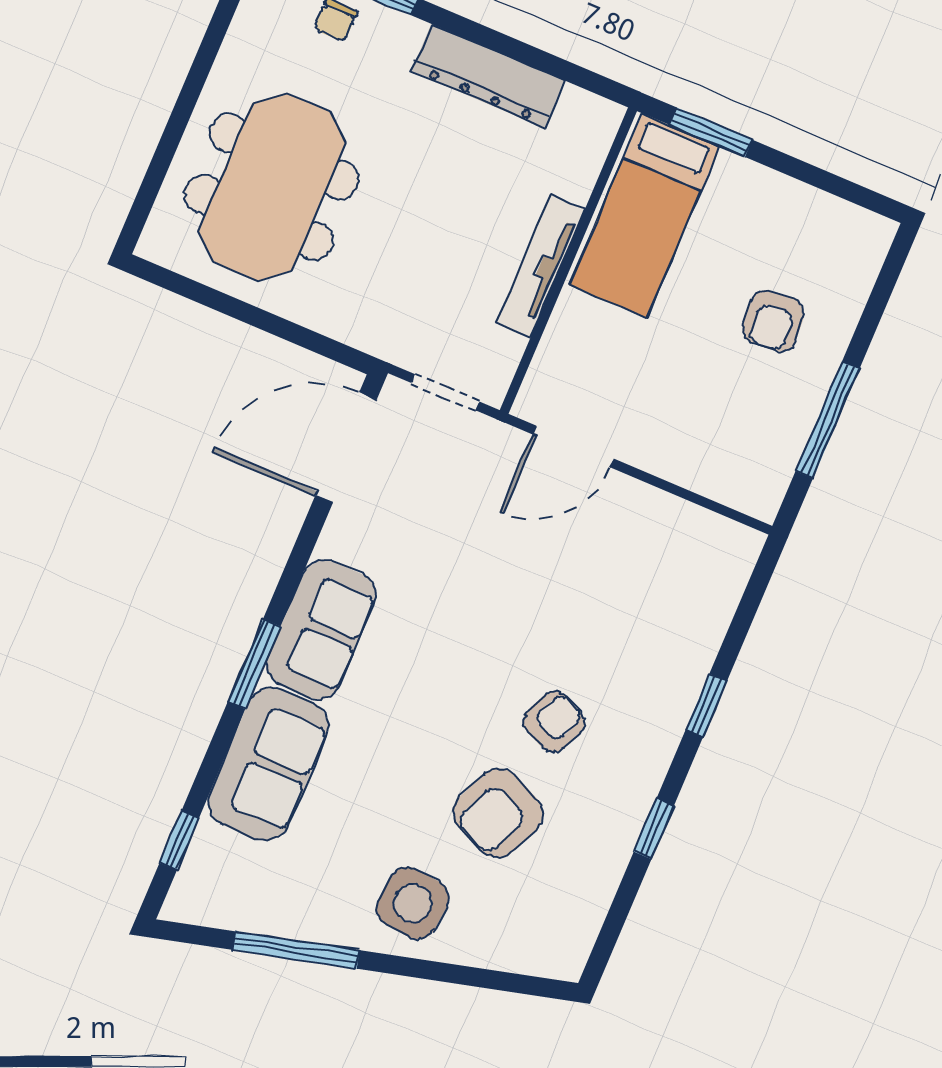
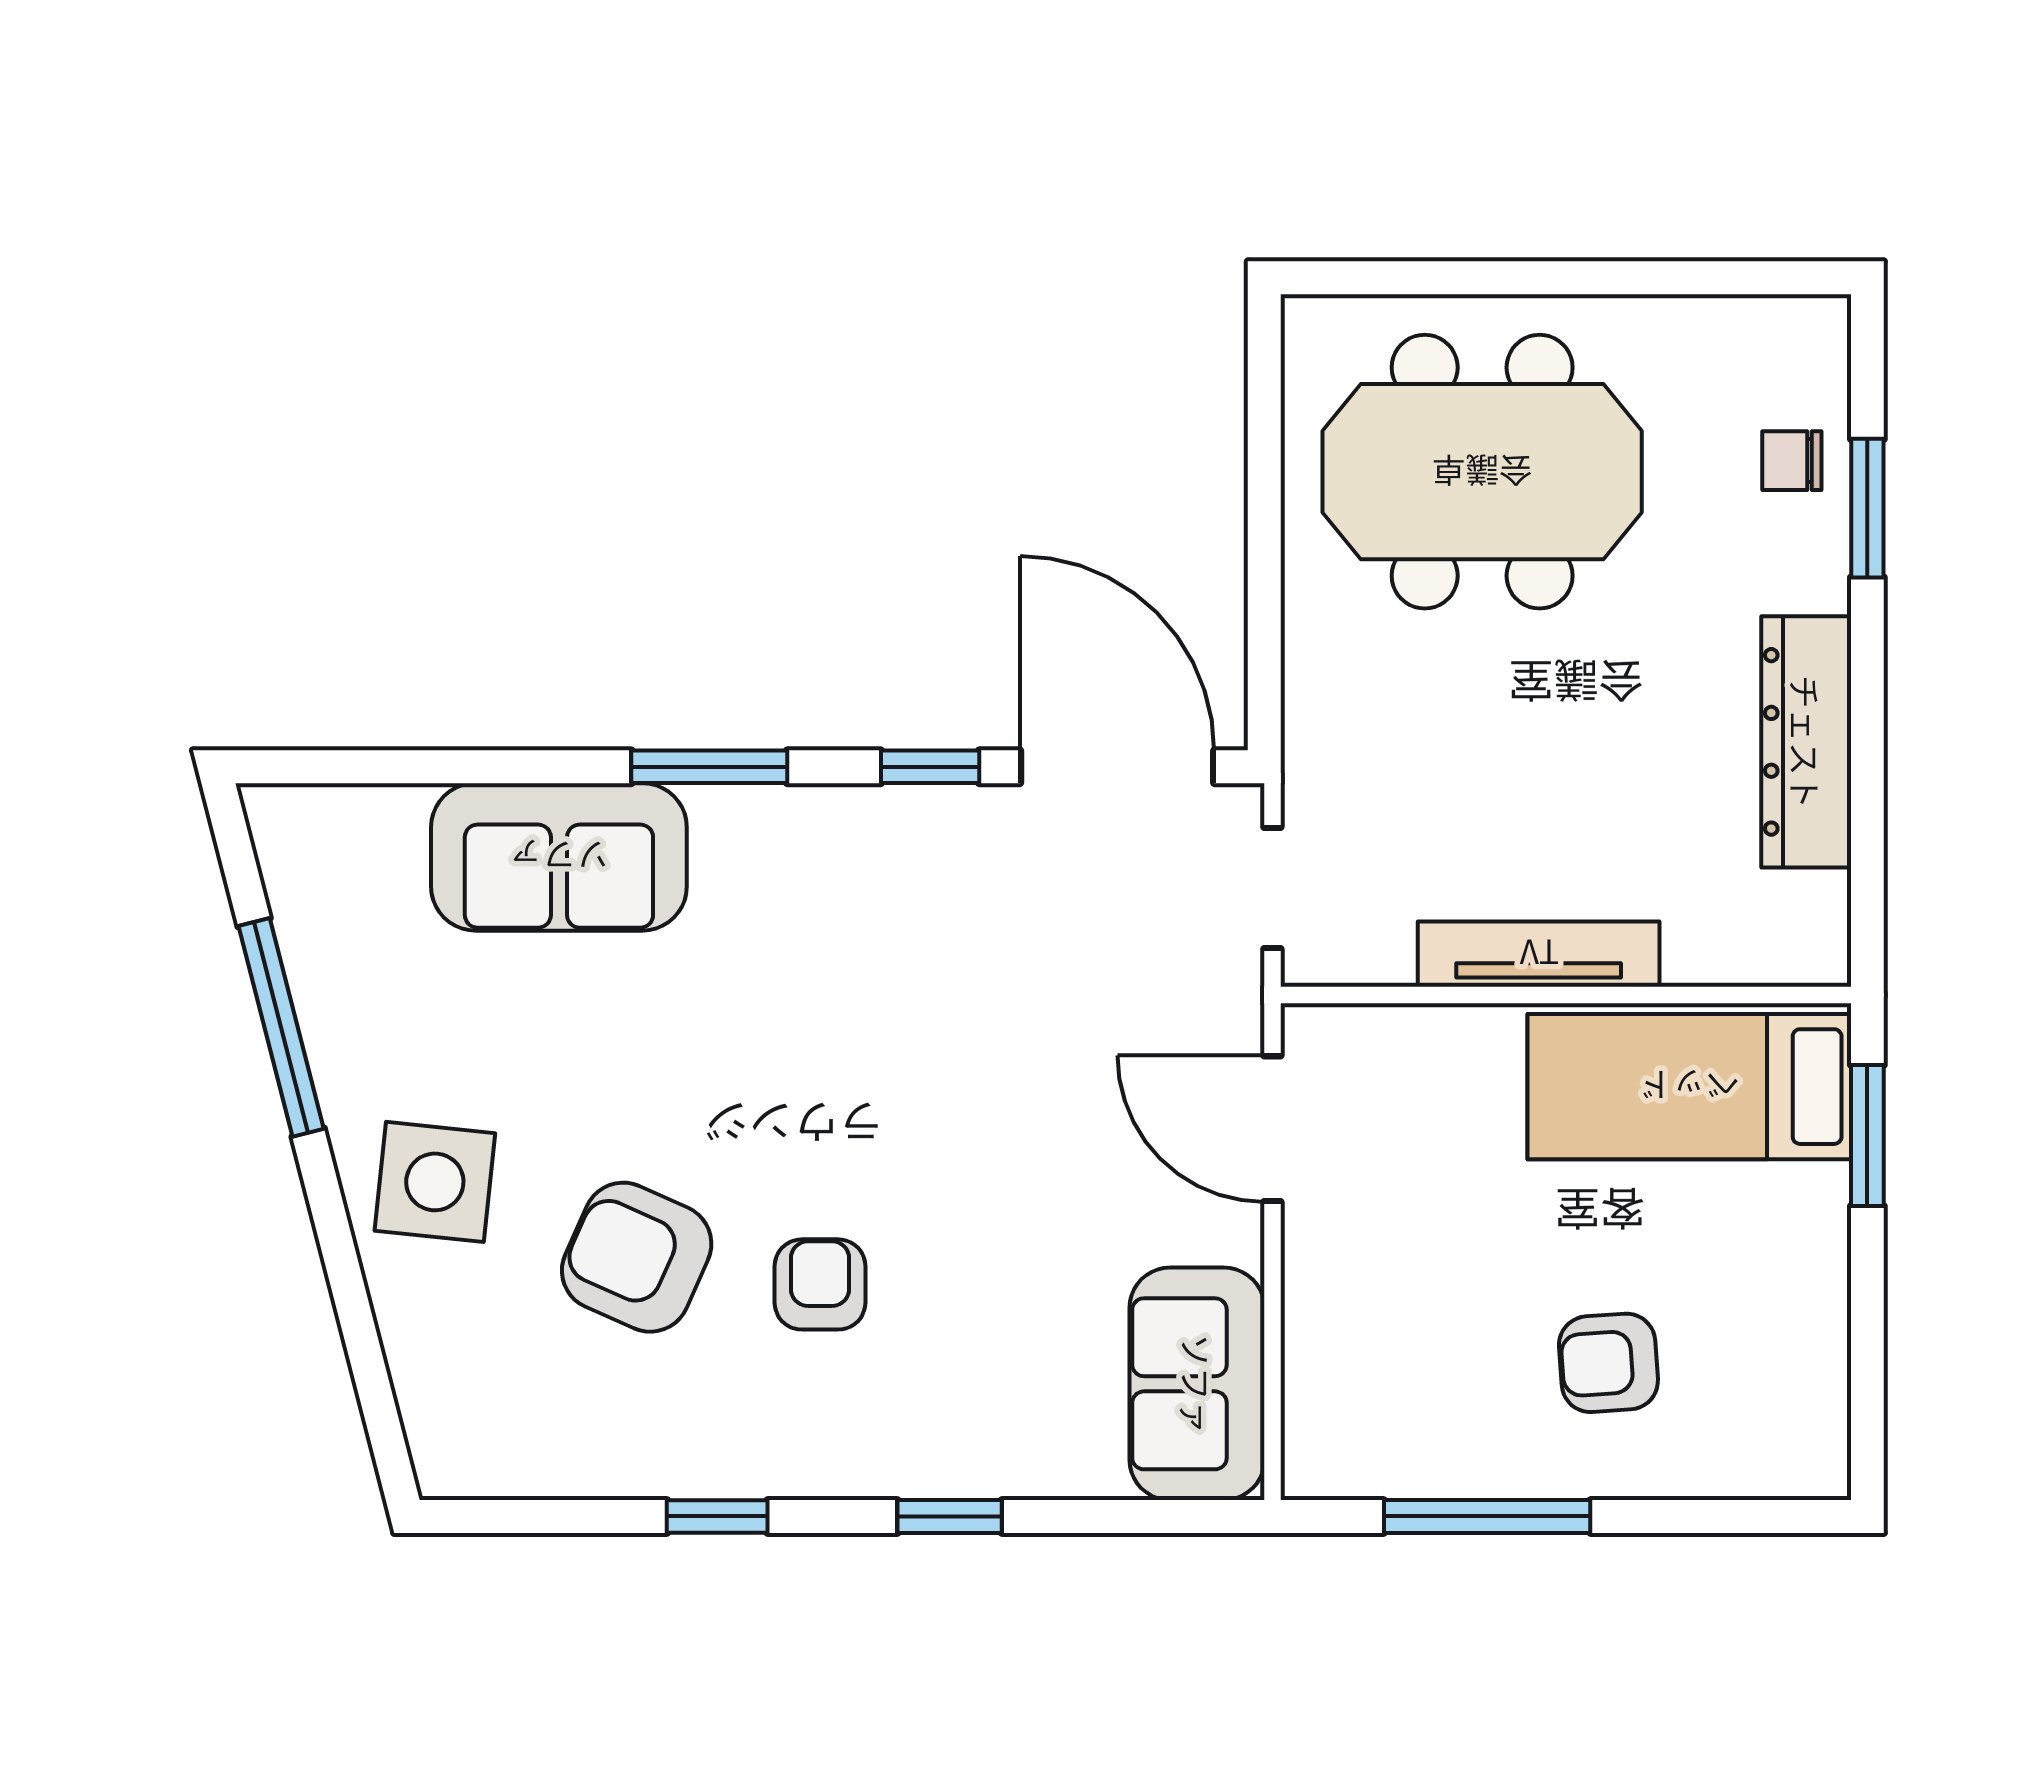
sofa: (321, 630) -> (1197, 1384), moved, turned 90
armchair: (554, 722) -> (820, 1284), turned -114
window: (179, 840) -> (930, 767), moved

